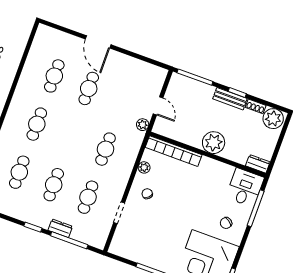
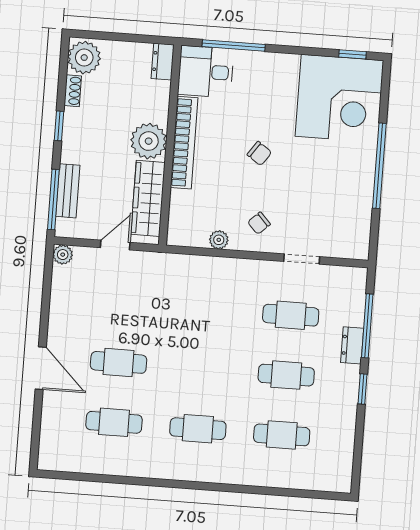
door: (98, 42) -> (41, 368), hinge flipped
bench: (230, 99) -> (68, 191), moved
plant: (143, 125) -> (63, 255), moved
wardrobe: (180, 133) -> (148, 198), added
cafe table: (106, 149) -> (207, 309), removed
bookcase: (174, 151) -> (184, 143), moved
chair: (226, 223) -> (259, 153), moved

